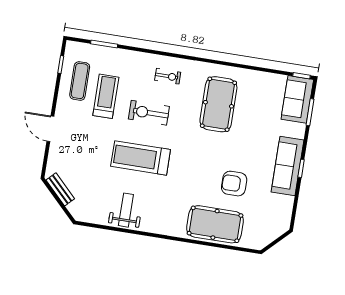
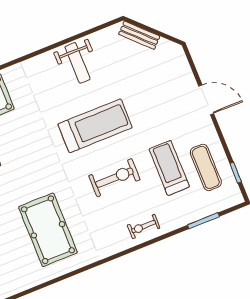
exercise bike: (168, 76) -> (144, 227), moved
treadmill: (106, 96) -> (169, 168), turned 180
bench: (60, 189) -> (139, 35), moved

